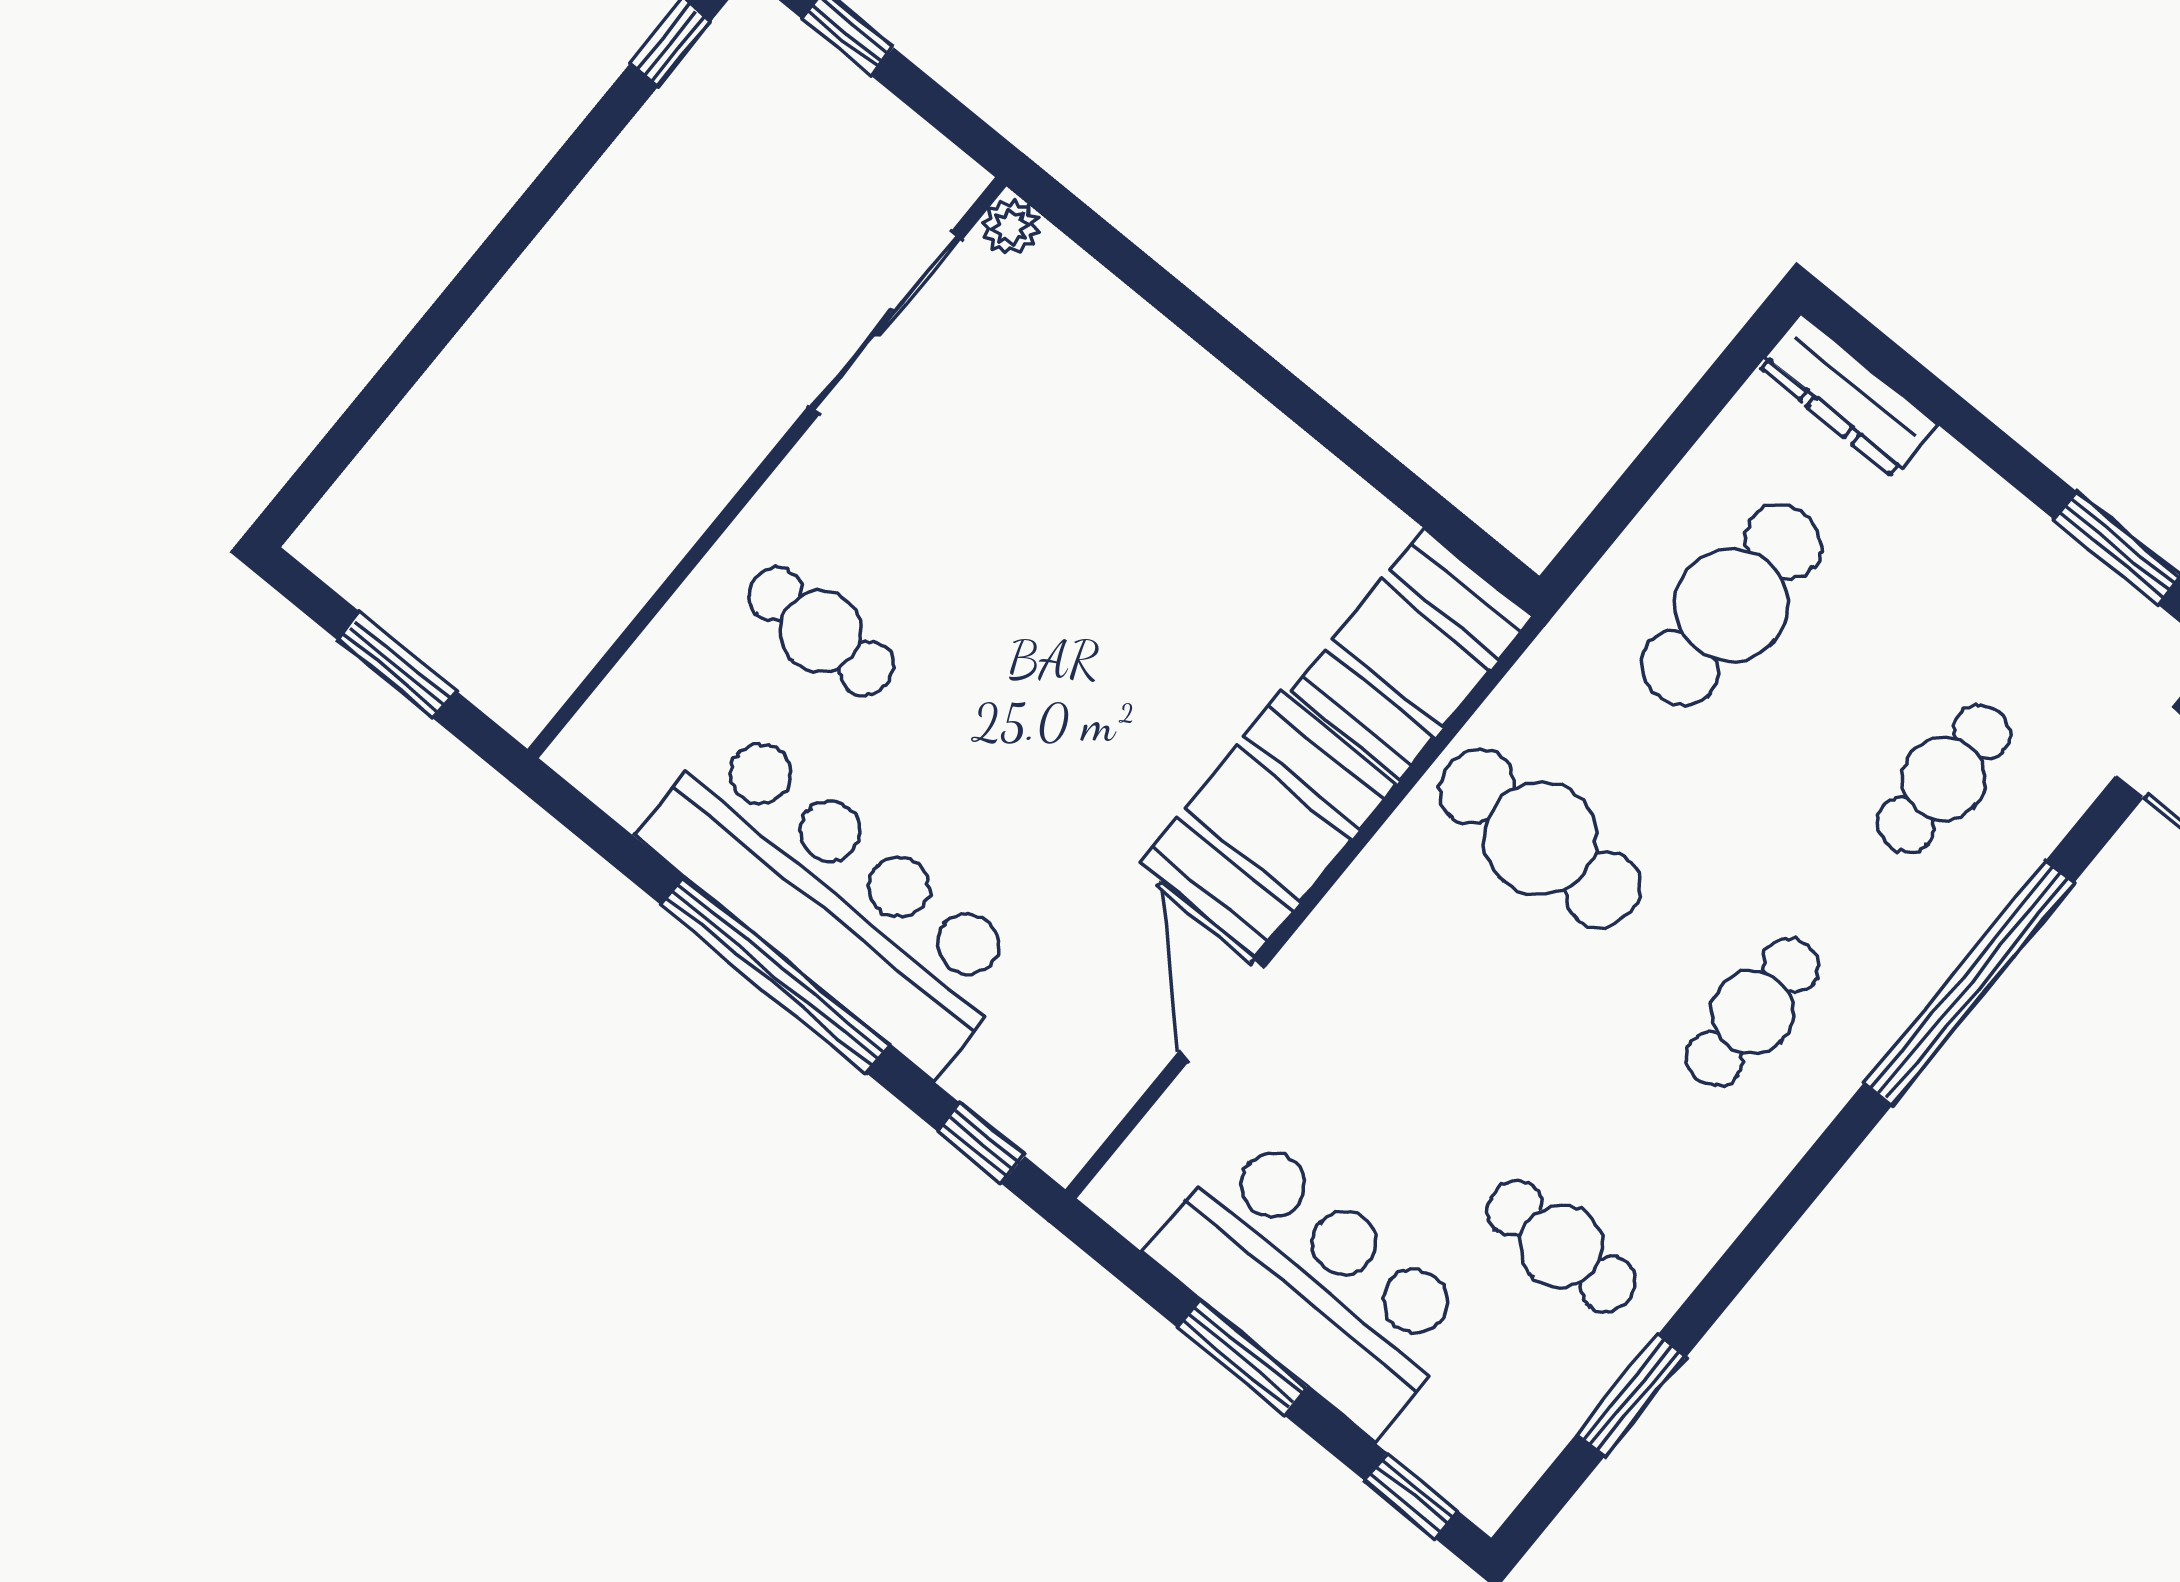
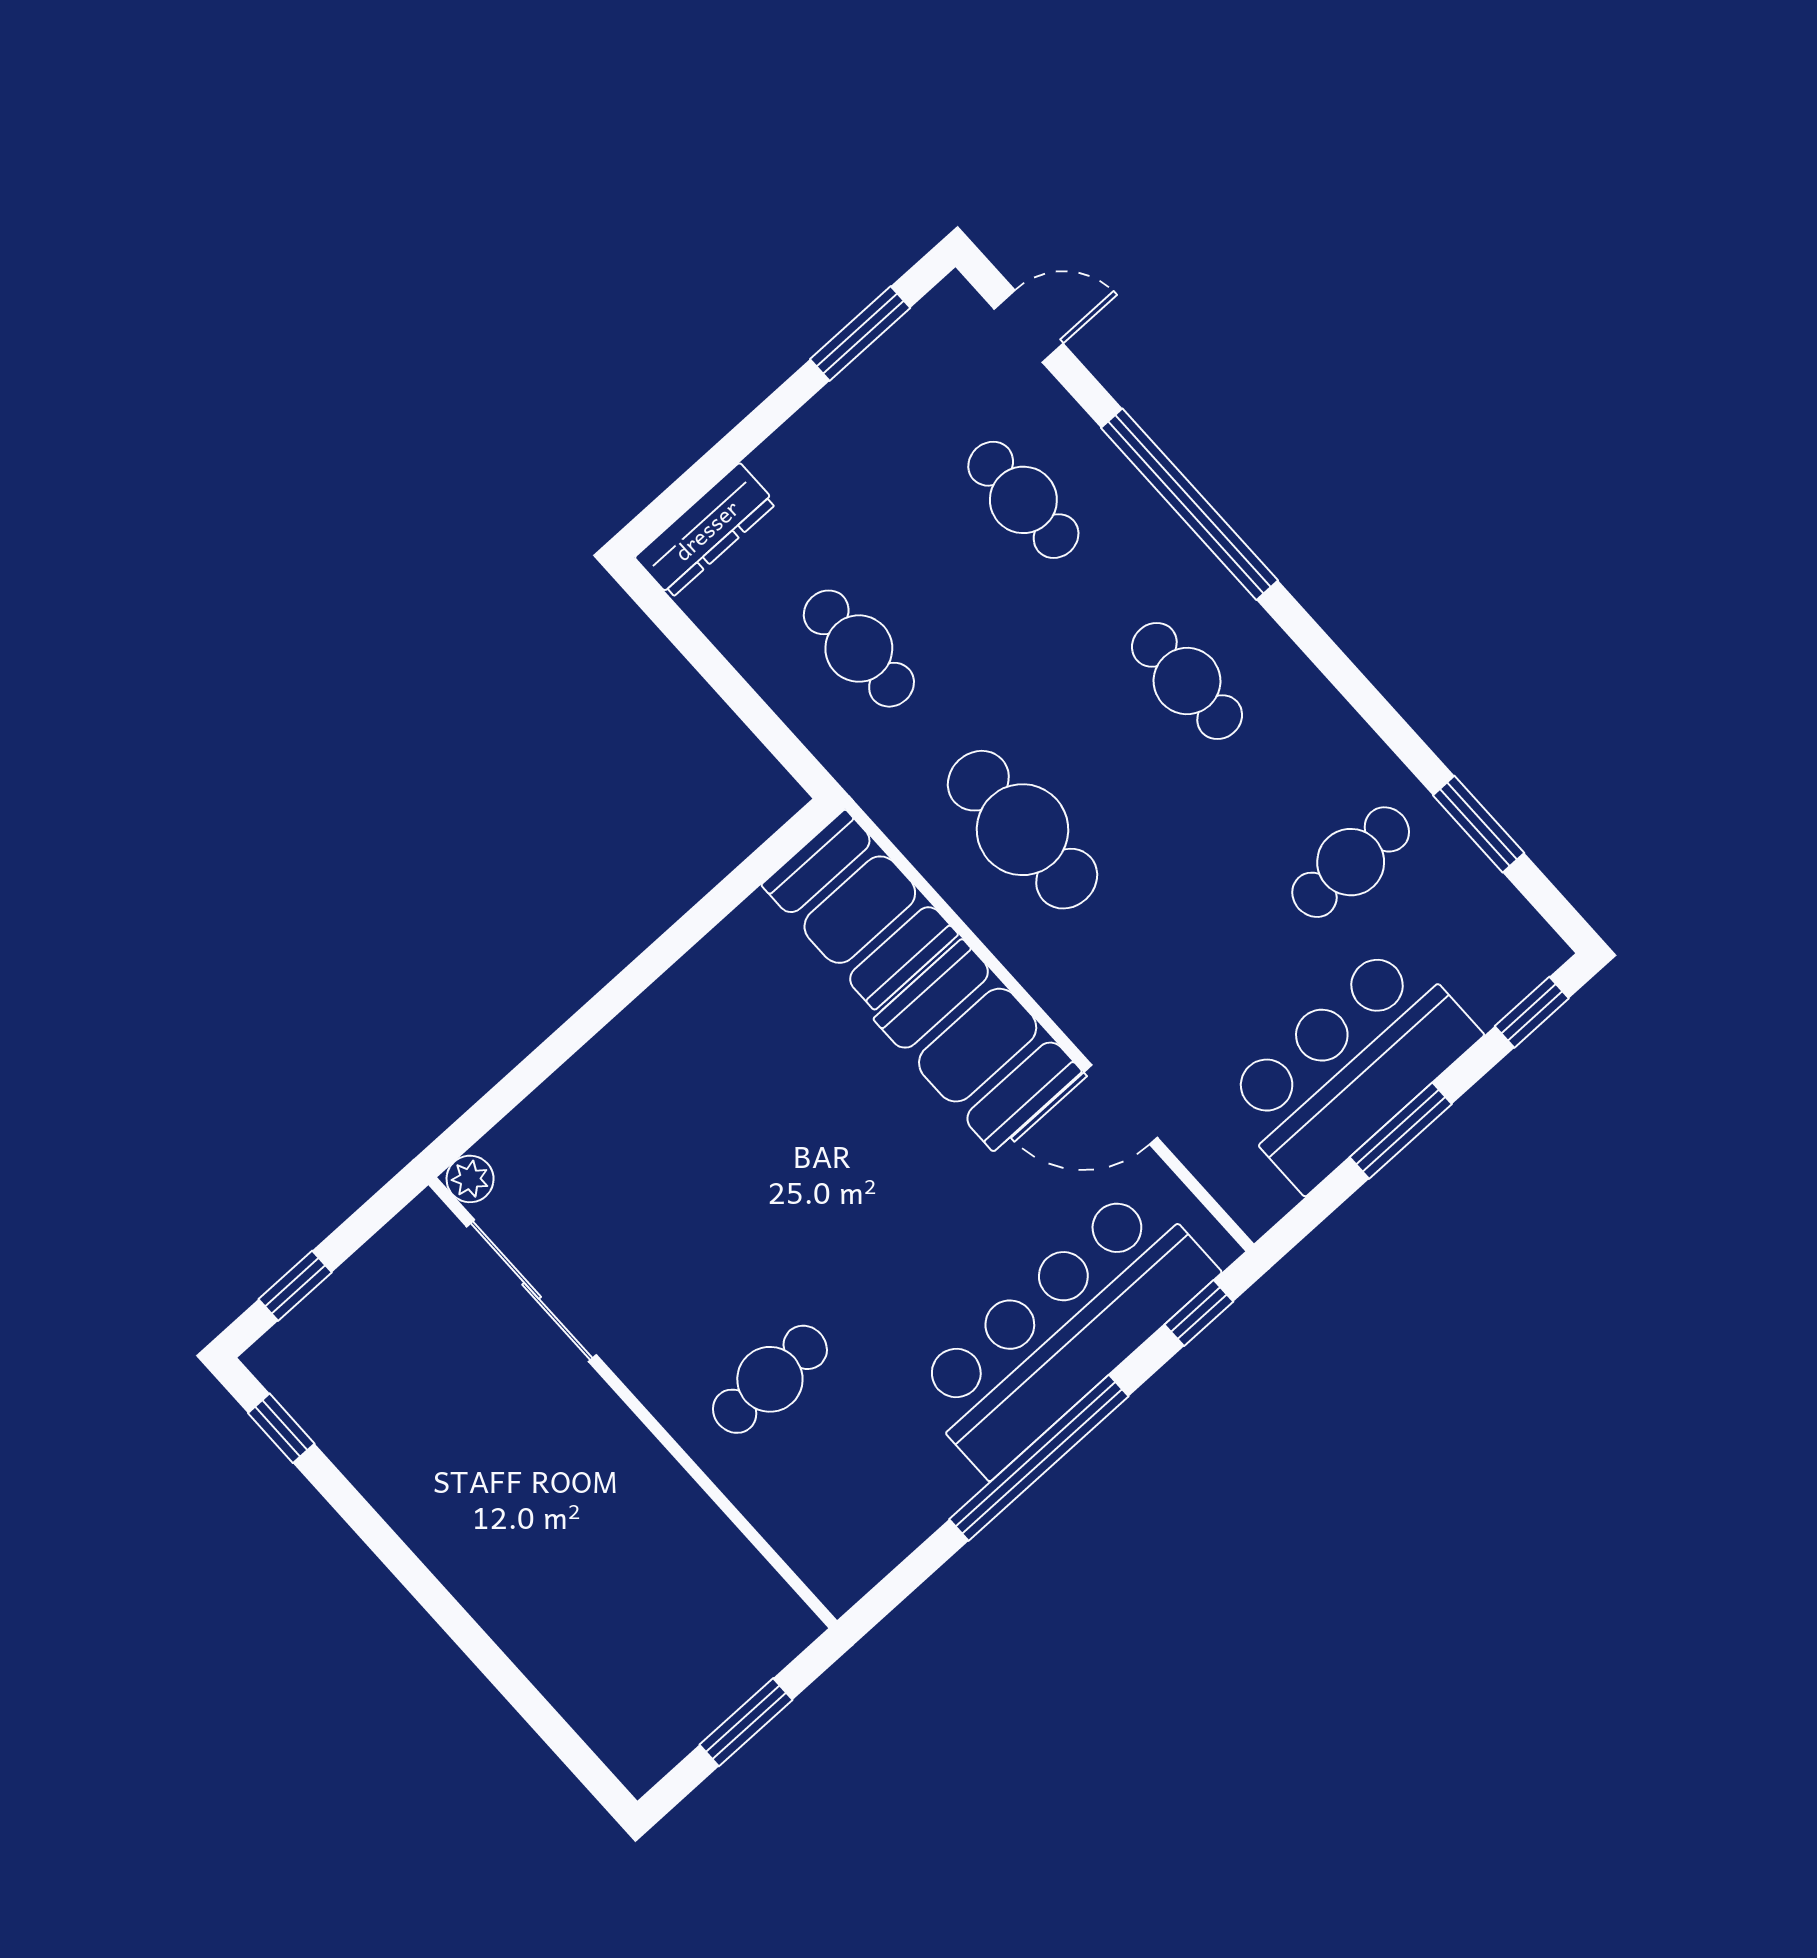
cafe table: (1731, 605) -> (859, 649), width x0.73, depth x0.74
cafe table: (1540, 838) -> (1022, 830), turned 90
bar counter: (833, 897) -> (1063, 1330), moved

